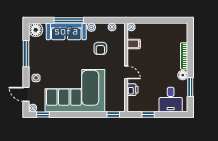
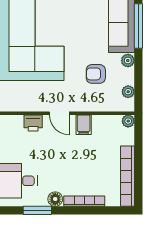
bookcase: (168, 27) -> (128, 176), added
filing cabinet: (134, 44) -> (84, 125), moved
door: (126, 72) -> (59, 113), hinge flipped

